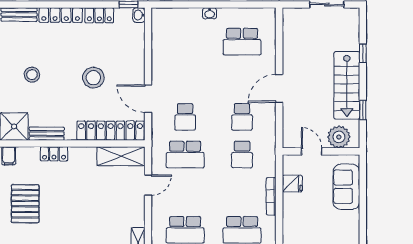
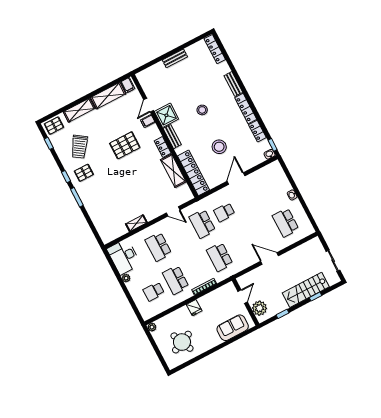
stairs: (347, 85) -> (306, 290), moved
door: (148, 99) -> (236, 179), moved
school desk: (242, 117) -> (242, 245), removed
school desk: (242, 155) -> (220, 257), width x1.85
shelving: (121, 156) -> (173, 171), moved
fridge: (292, 184) -> (194, 308), moved

